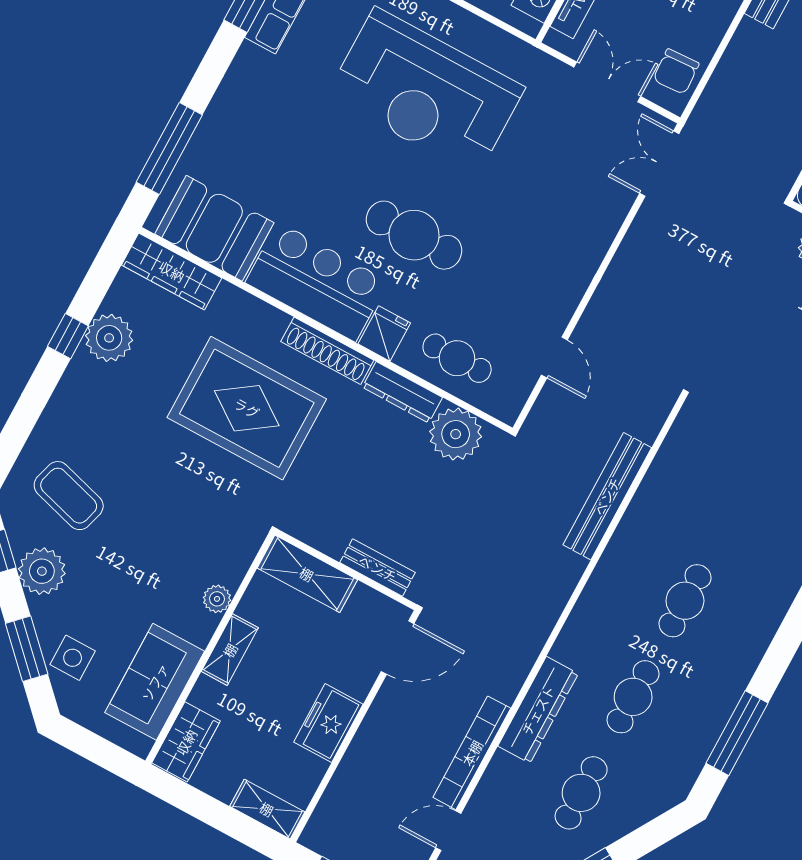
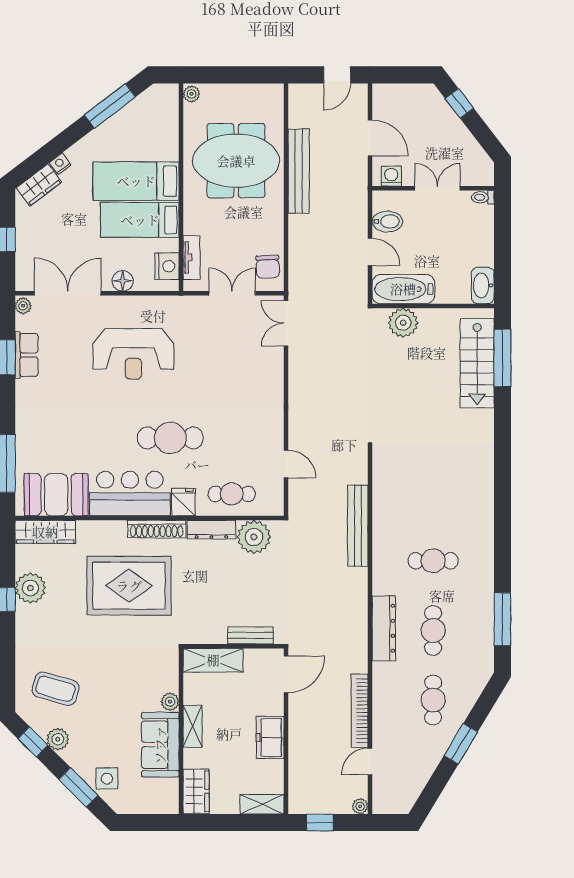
reception desk: (426, 92) -> (133, 354), width x0.74, depth x0.77
plant: (42, 571) -> (58, 739), width x0.73, depth x0.73
cafe table: (685, 601) -> (433, 561), turned 90
sofa: (155, 682) -> (160, 745), moved
dresser: (538, 710) -> (384, 628), moved

